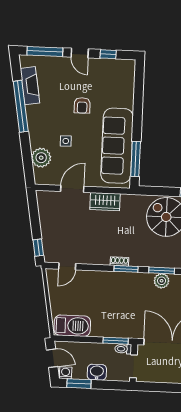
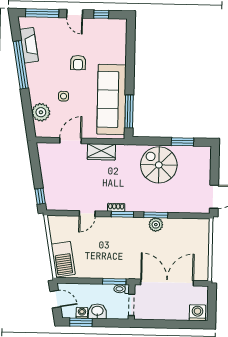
door: (67, 266) -> (87, 214), moved
barbecue: (72, 326) -> (63, 259), moved, turned 80
washing machine: (66, 373) -> (82, 313), moved

